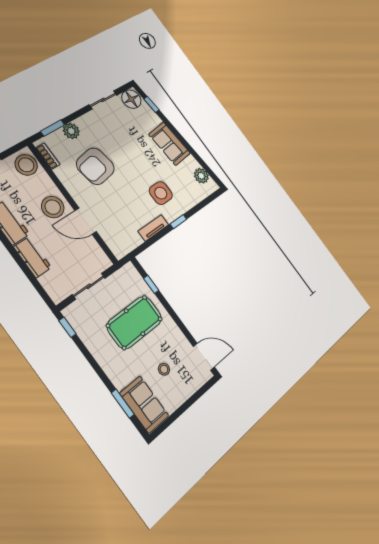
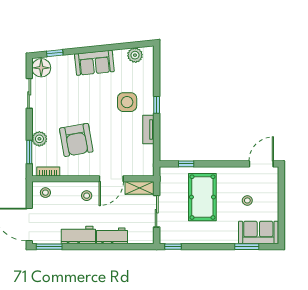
stool: (26, 165) -> (45, 193), width x0.53, depth x0.53
stool: (53, 207) -> (87, 196), width x0.53, depth x0.53
shelving: (98, 254) -> (140, 188), added

